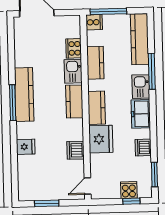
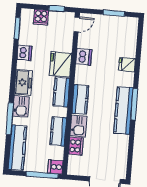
window: (131, 201) -> (57, 9), moved

